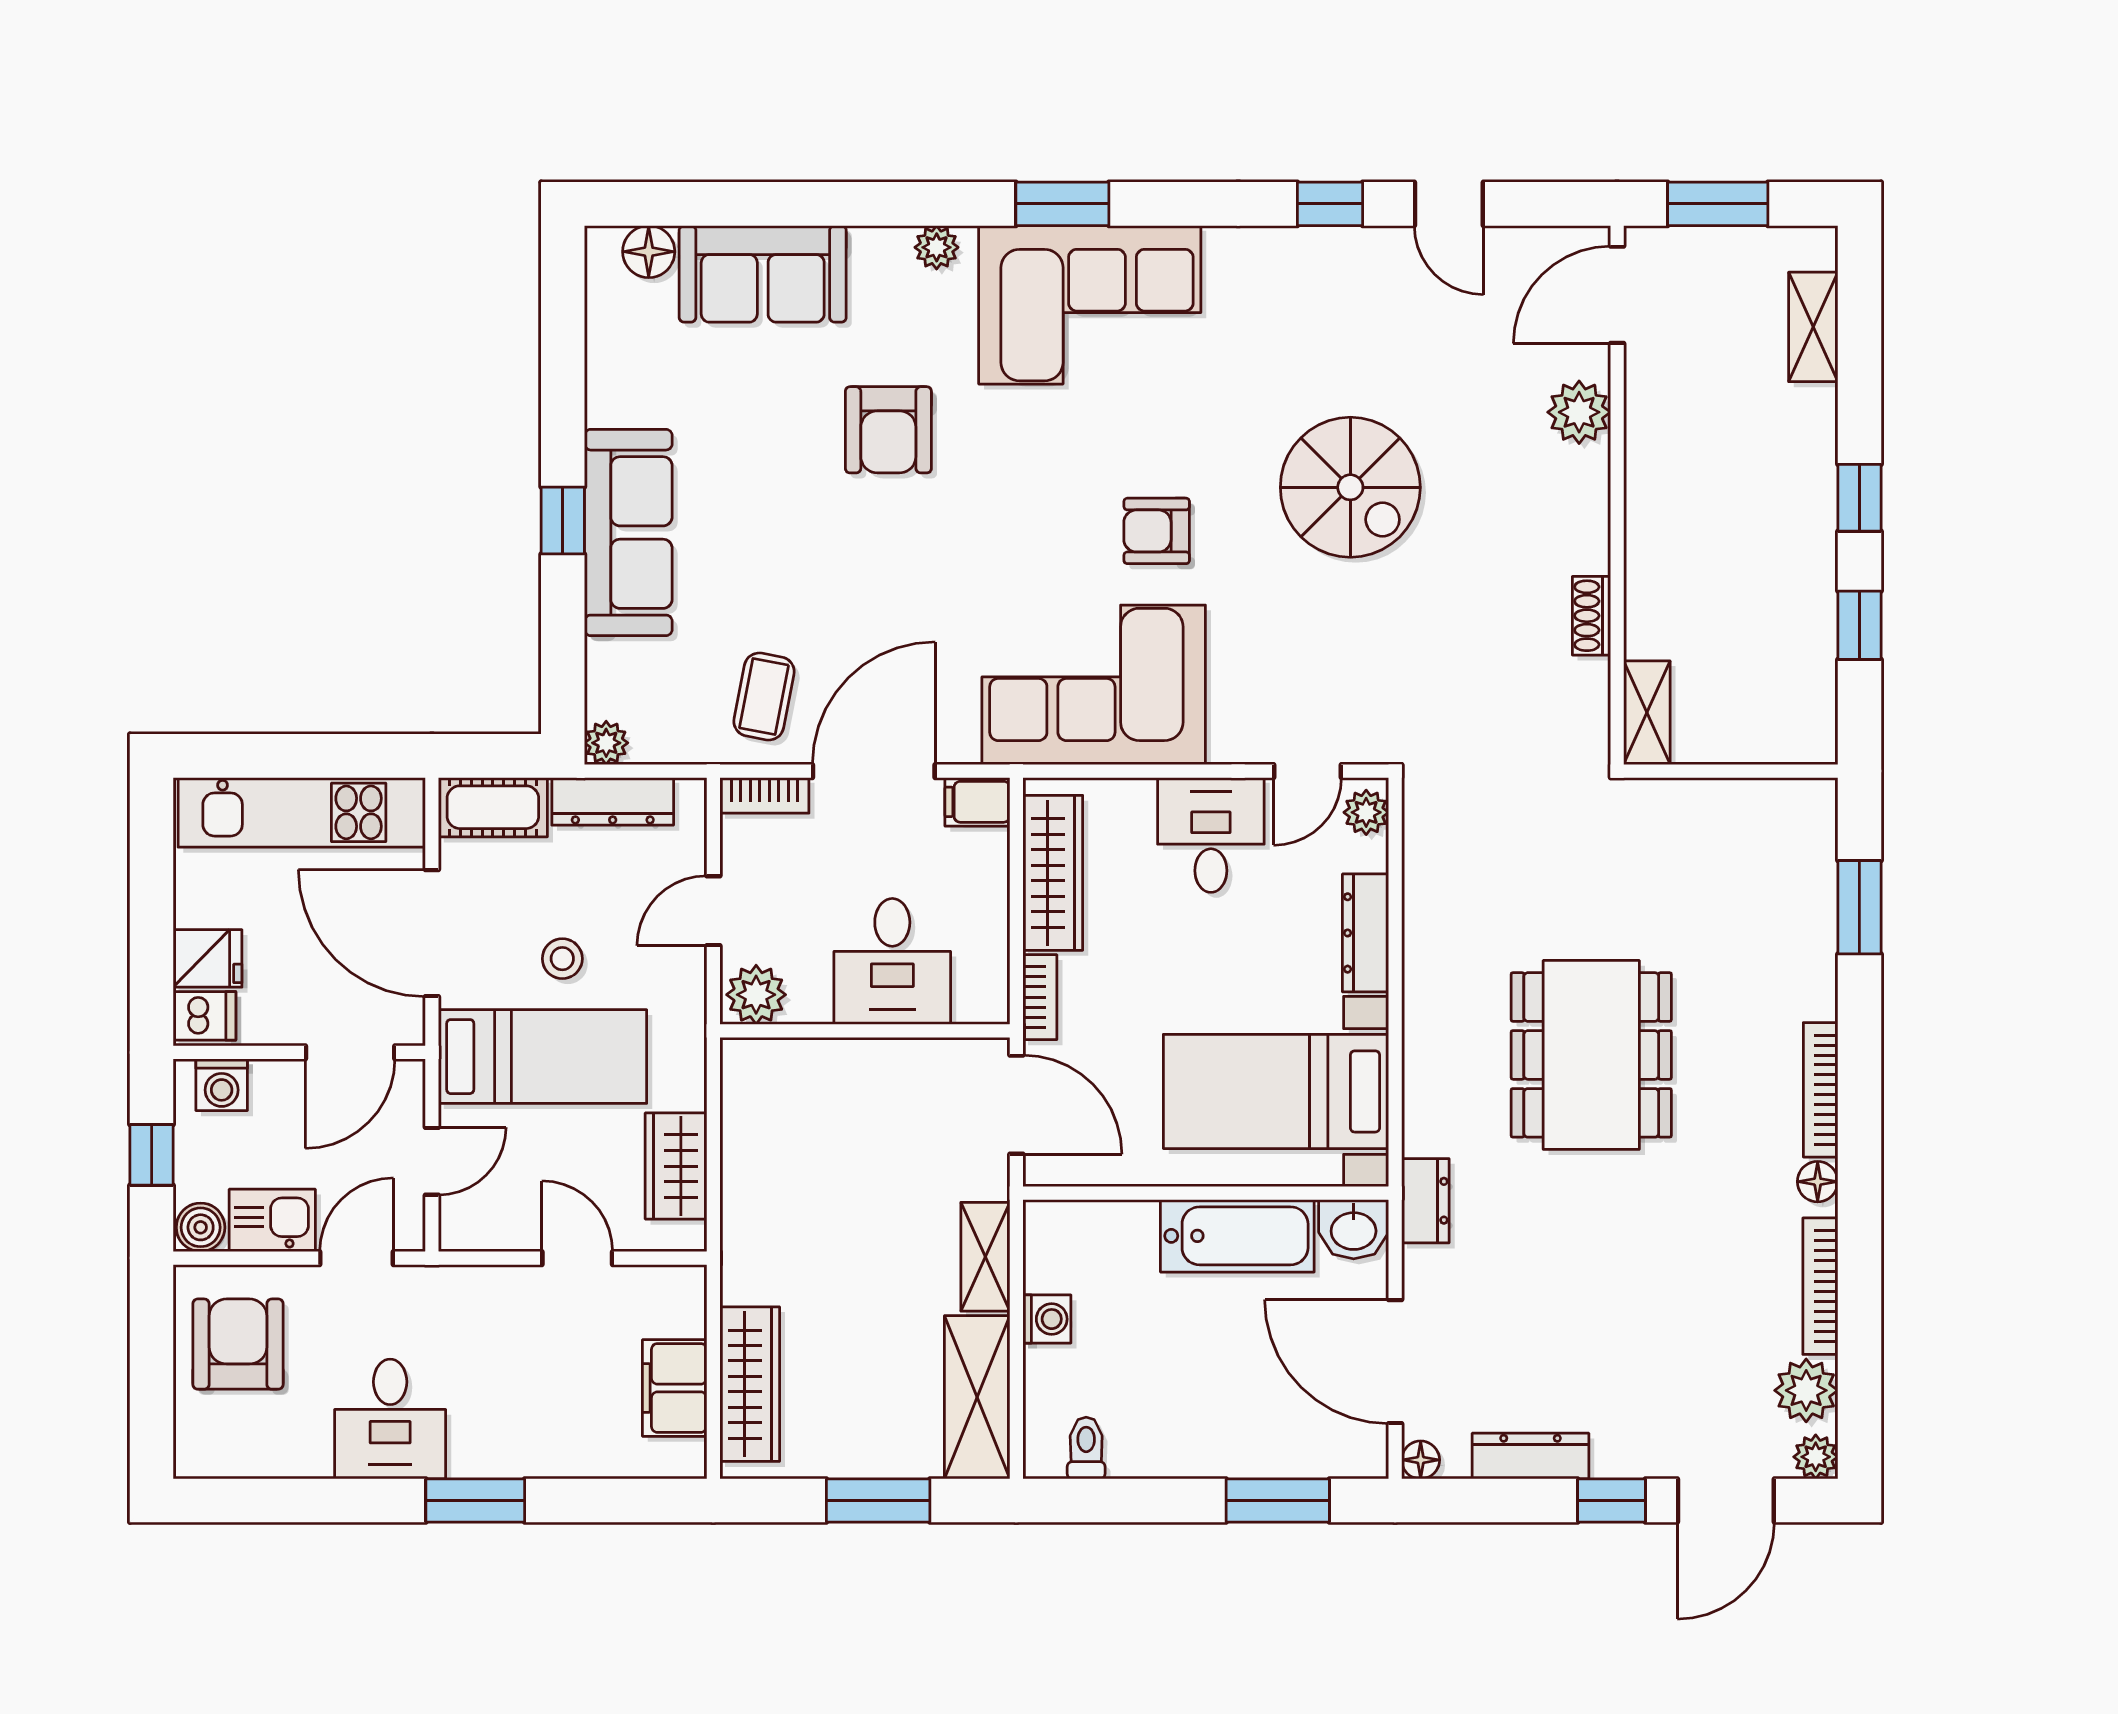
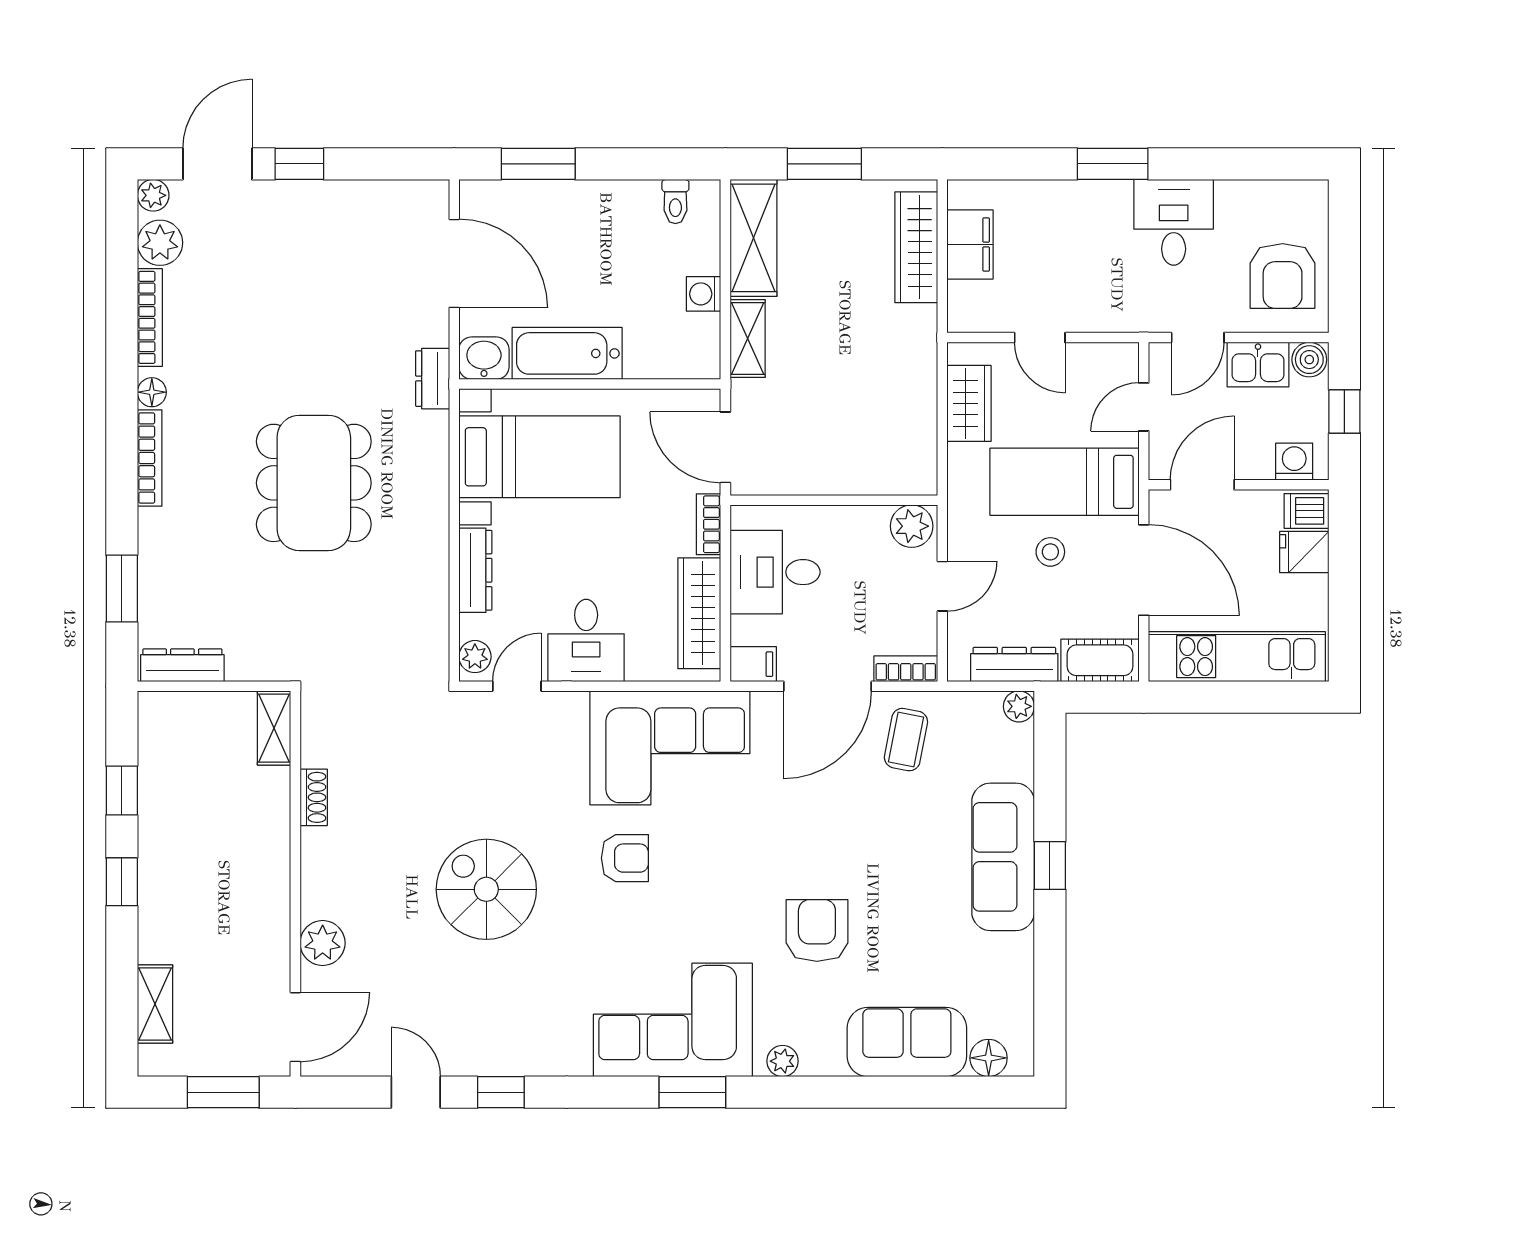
desk: (892, 961) -> (775, 572), moved, turned -90
dresser: (1530, 1456) -> (182, 665), moved, turned 180
floor lamp: (1421, 1460) -> (436, 193), removed

